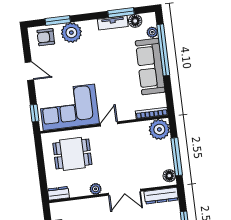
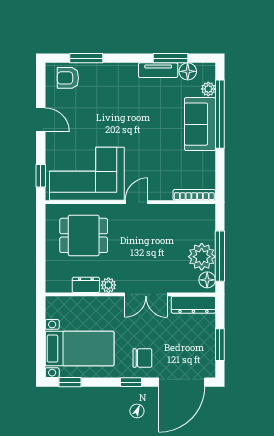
plant: (71, 33) -> (102, 76), removed
sofa: (150, 67) -> (200, 124), width x0.73
plant: (159, 129) -> (202, 257), moved
dresser: (58, 193) -> (86, 285), moved

